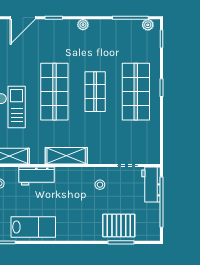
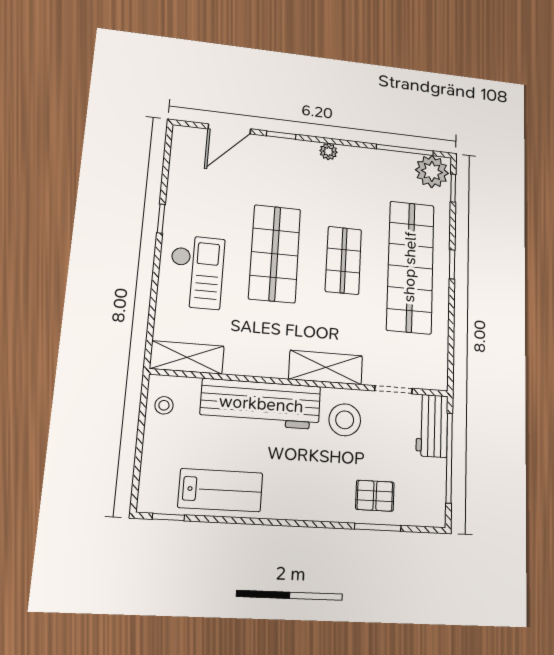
plant: (148, 25) -> (432, 171), width x1.88, depth x1.88
shop shelf: (136, 92) -> (410, 267), width x1.40
shelving: (66, 156) -> (326, 367), moved
workbench: (36, 176) -> (261, 404), width x1.88, depth x1.32
stool: (100, 185) -> (345, 420), width x1.89, depth x1.89
pallet: (119, 225) -> (375, 496), width x0.67, depth x0.71

